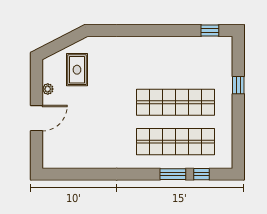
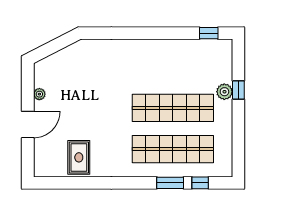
rug: (77, 70) -> (79, 157), moved
plant: (225, 87) -> (224, 92), added

